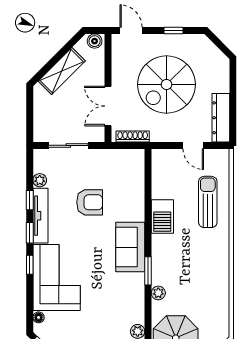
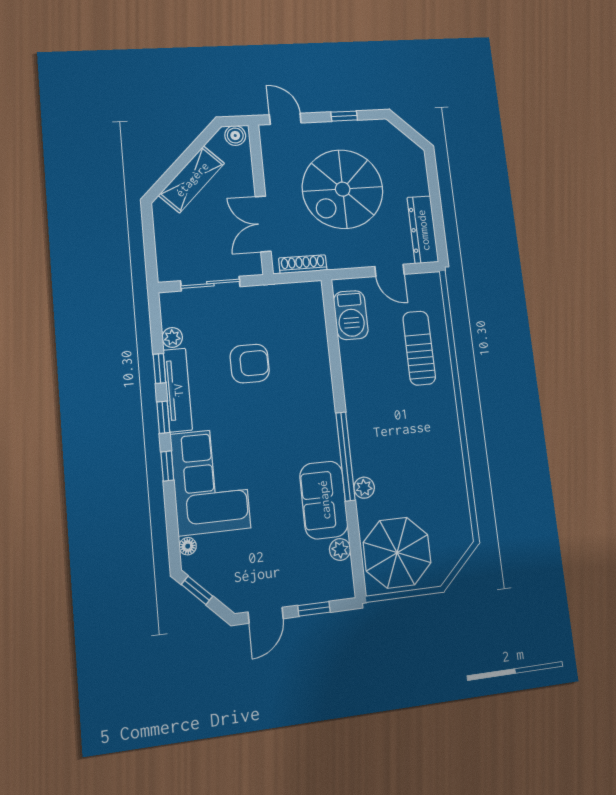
barbecue: (162, 216) -> (351, 315), moved
sofa: (130, 247) -> (324, 500), moved
window: (148, 271) -> (346, 456), width x2.11

